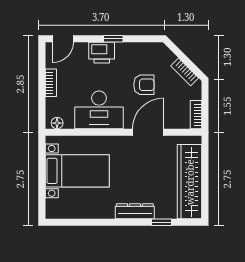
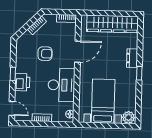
armchair: (144, 85) -> (45, 54), turned 90
door: (148, 132) -> (78, 52), swing flipped
plant: (55, 208) -> (129, 117), added
dresser: (135, 211) -> (132, 58), width x0.70
window: (162, 222) -> (139, 73), moved

